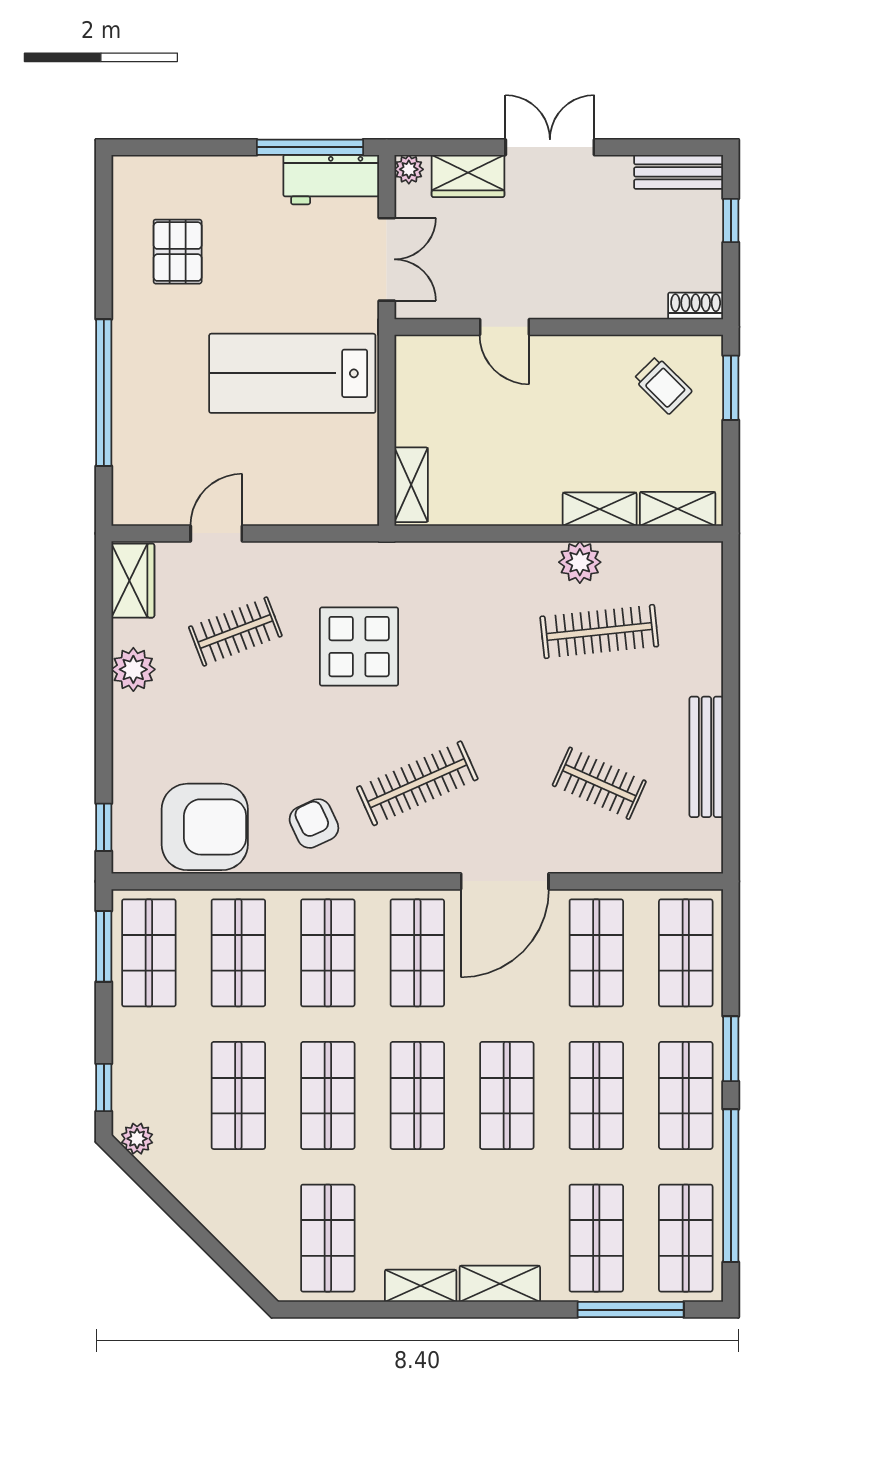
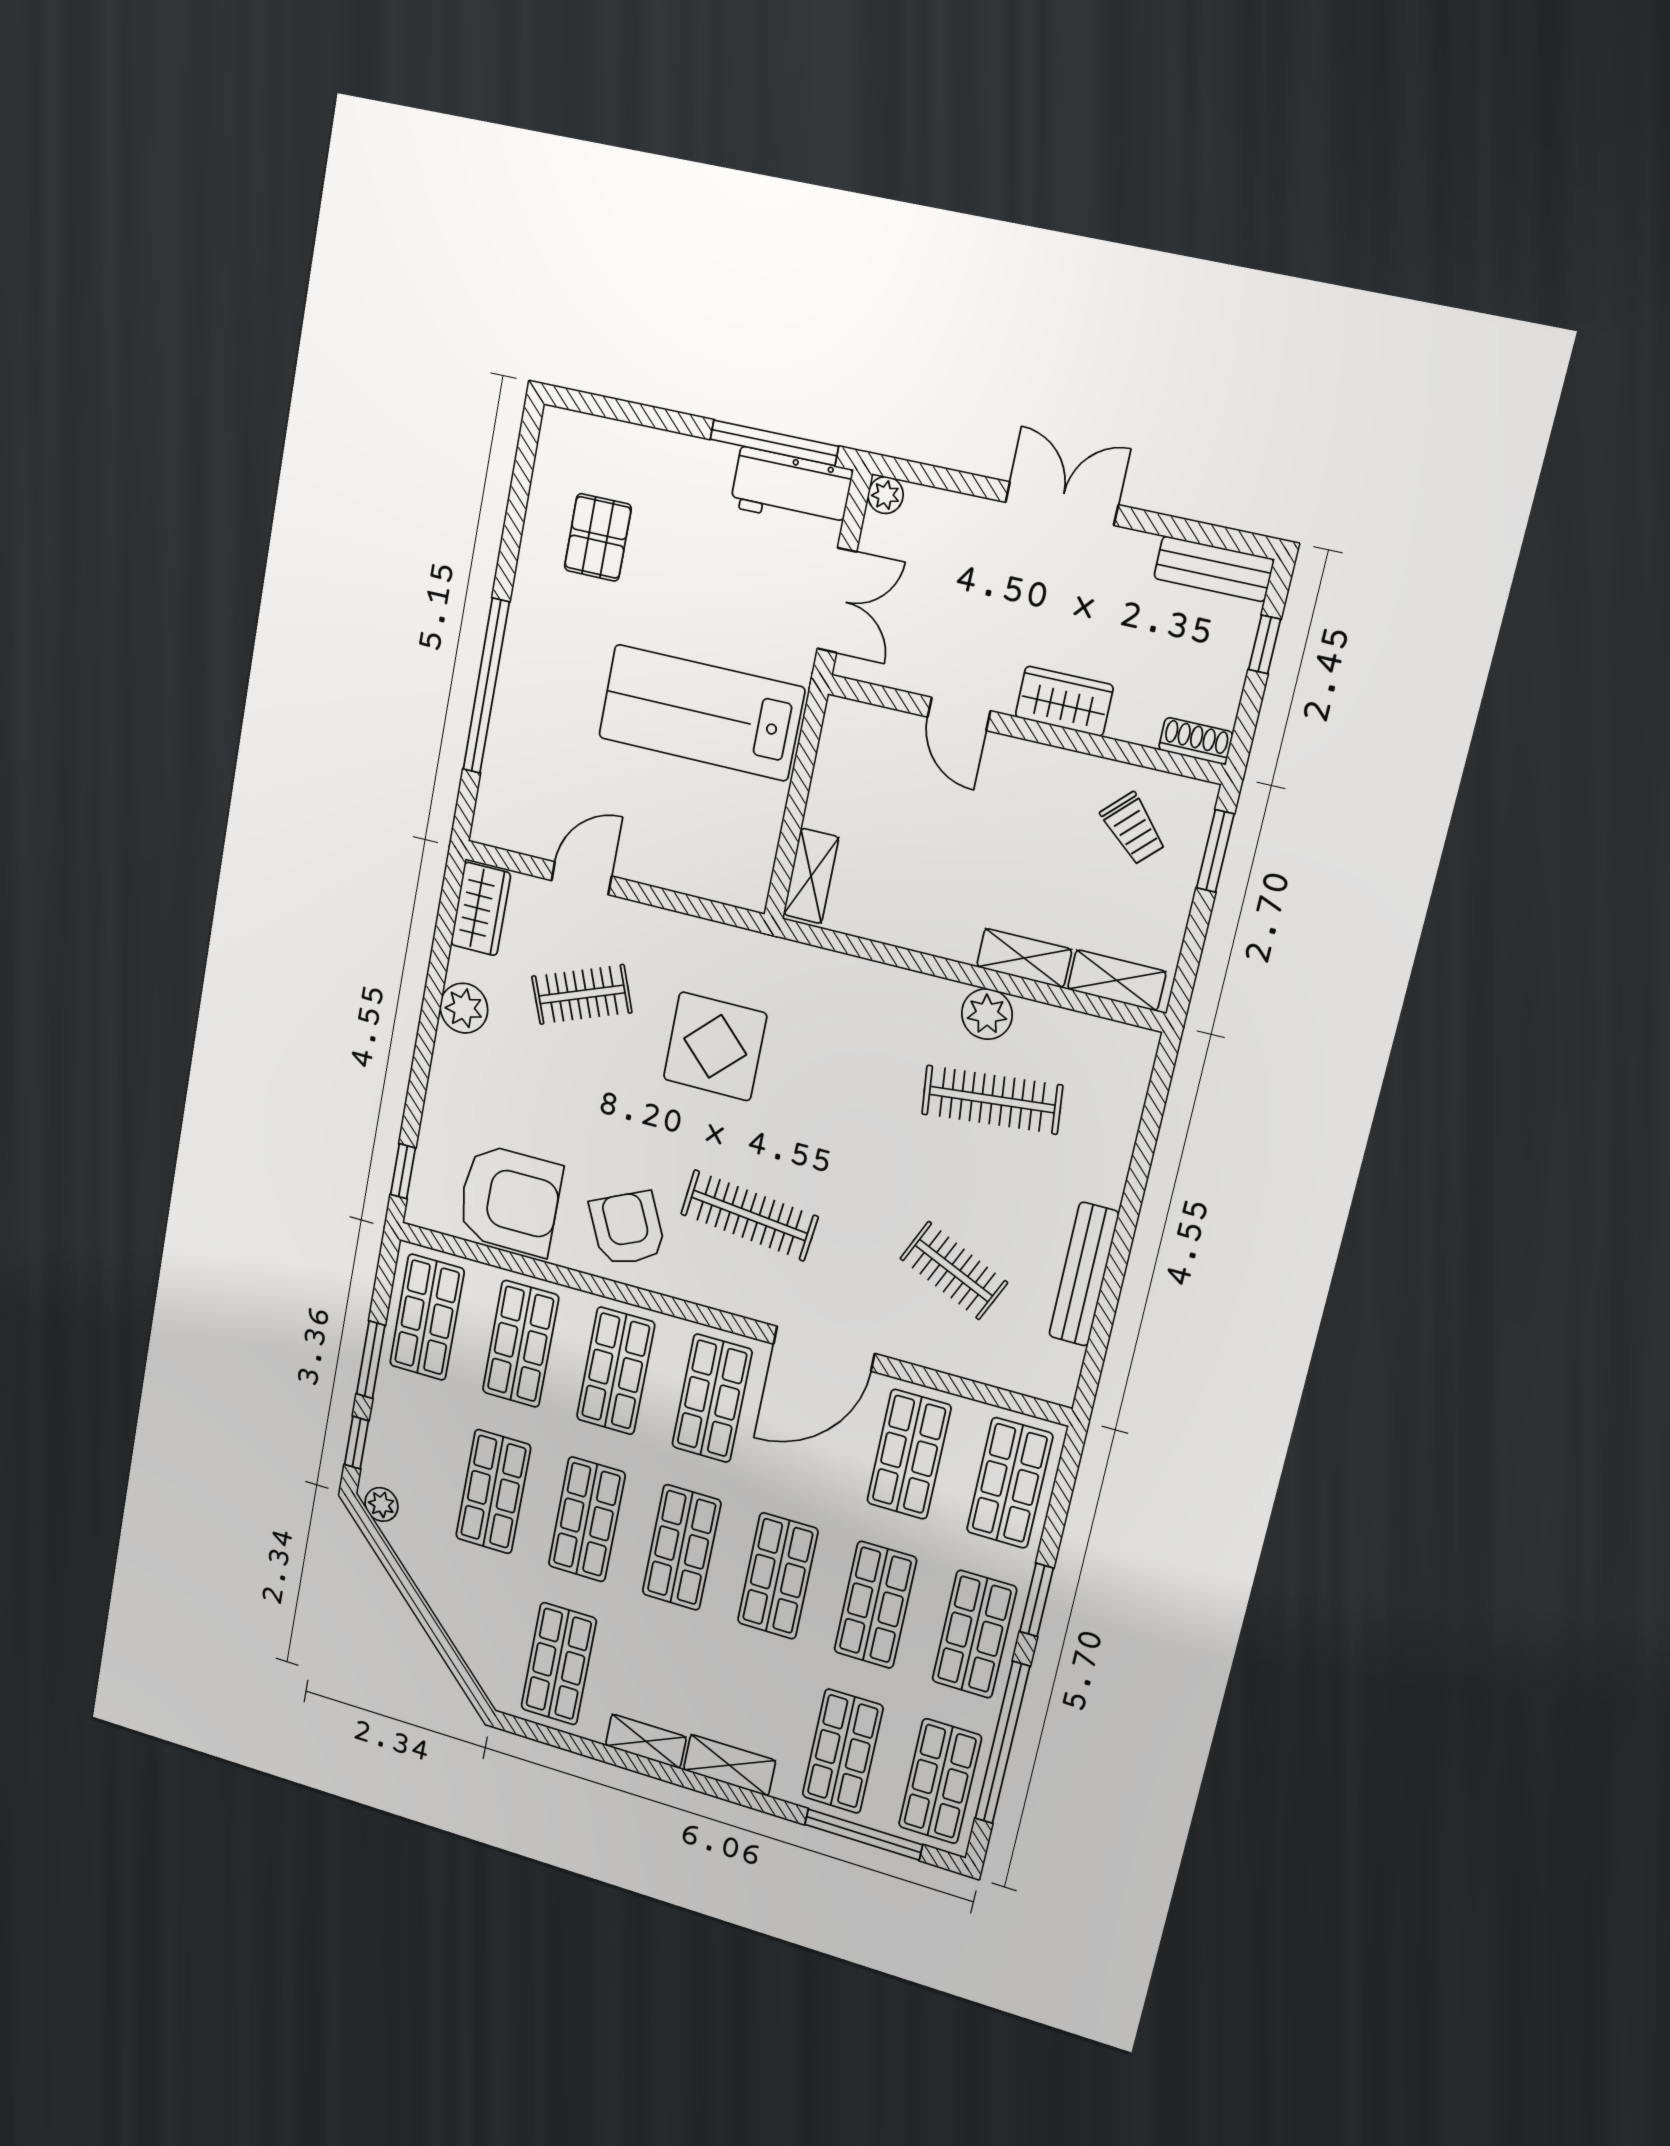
wardrobe: (468, 176) -> (1064, 701), moved, turned 180
clothes rail: (417, 783) -> (749, 1215), turned 30
armchair: (314, 824) -> (627, 1228), width x1.38, depth x1.38
window: (104, 946) -> (371, 1360), moved

